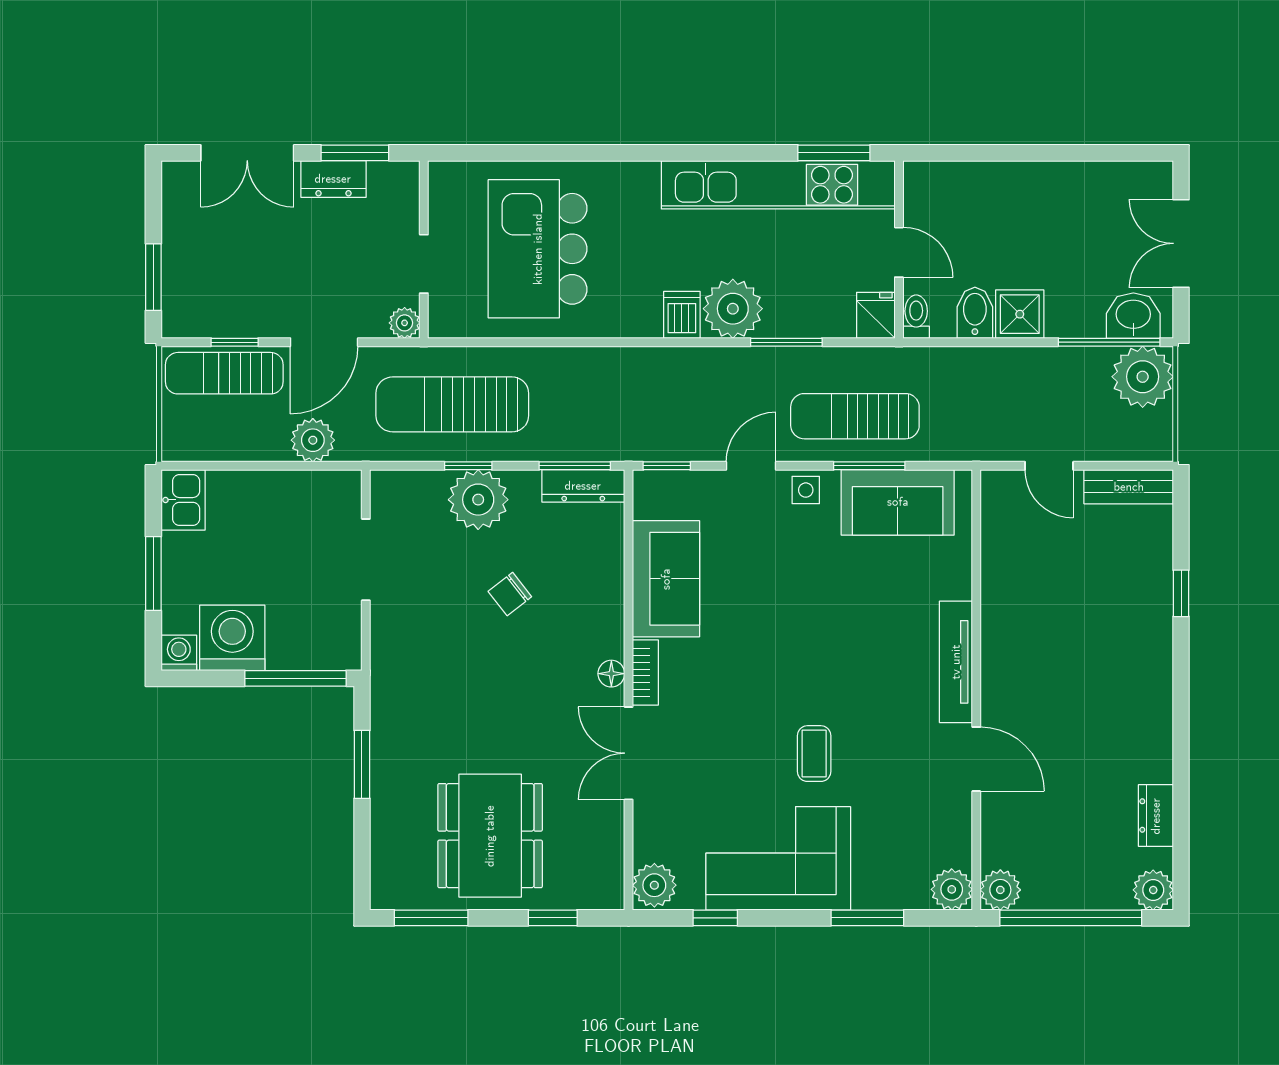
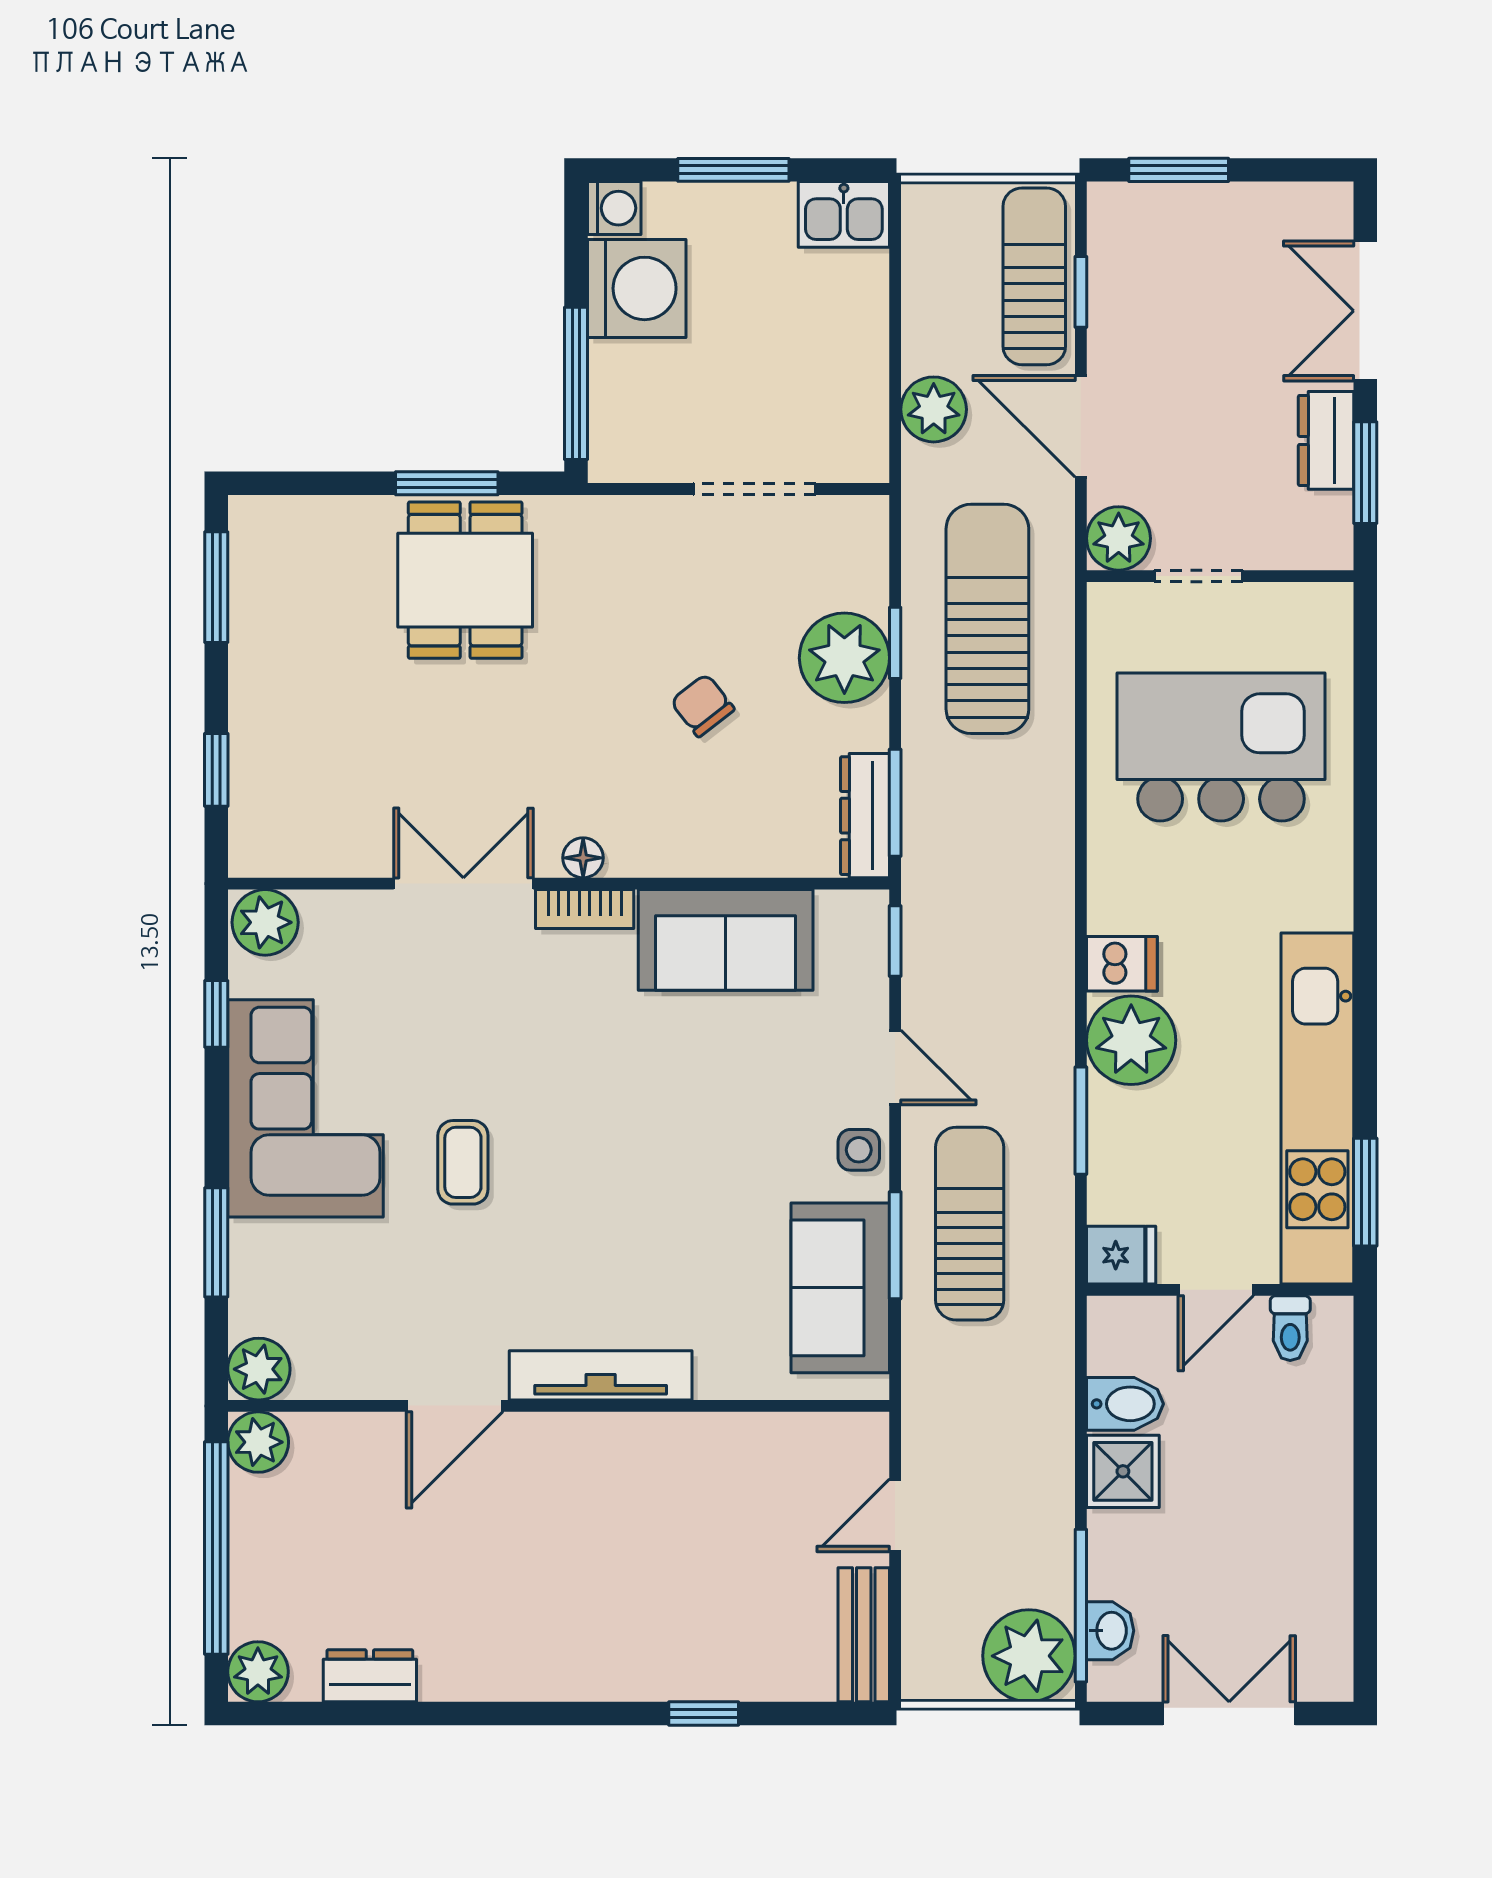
washbasin: (1133, 316) -> (1110, 1631), width x0.72, depth x0.69
toilet: (916, 317) -> (1290, 1328), moved, turned 90
plant: (405, 323) -> (1119, 538), width x1.38, depth x1.38
coffee table: (814, 754) -> (463, 1162), turned 90
dining table: (490, 836) -> (465, 580), moved, width x0.73

